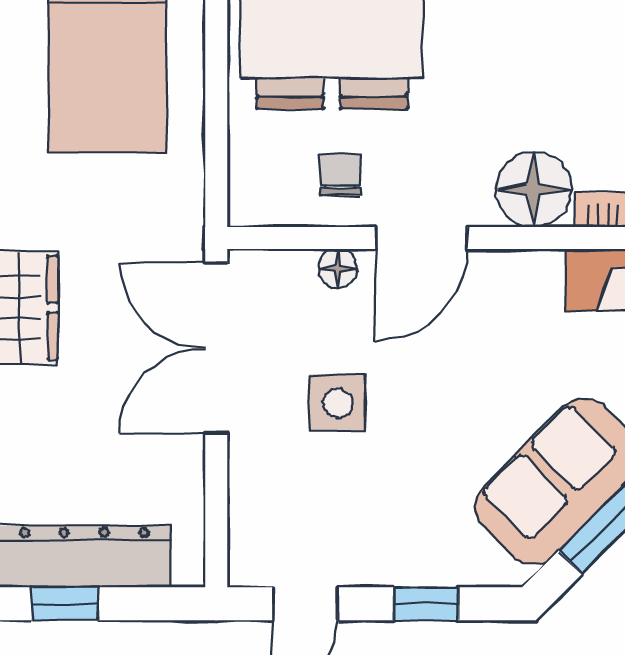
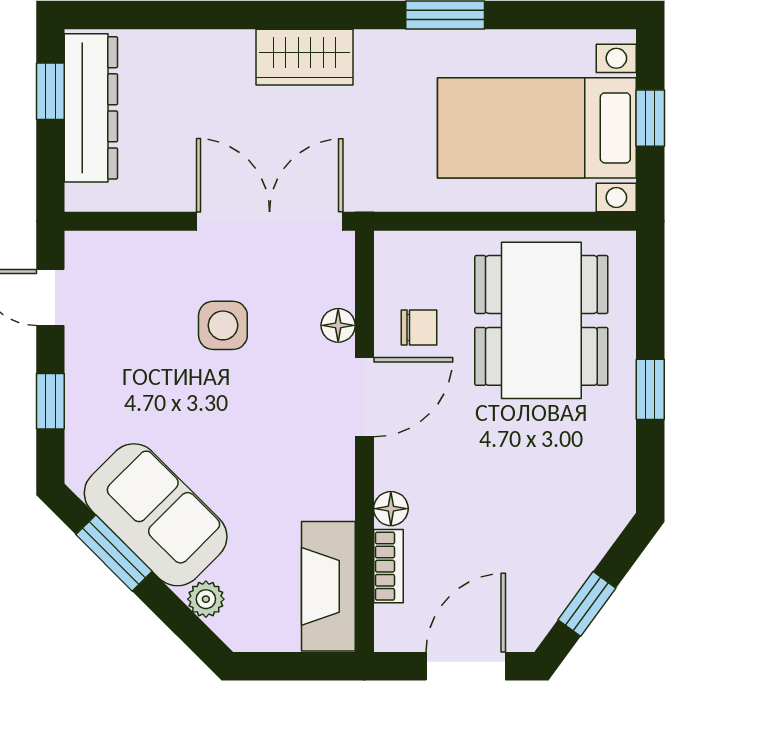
floor lamp: (534, 189) -> (391, 509), width x0.53, depth x0.53
door: (421, 238) -> (364, 397), swing flipped

